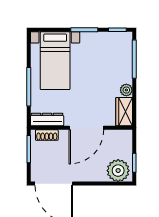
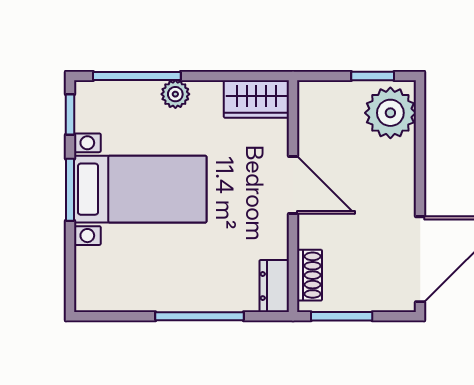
bed with nightstands: (55, 61) -> (140, 189), moved
plant: (126, 90) -> (175, 94), moved
dresser: (47, 120) -> (274, 286), width x0.70
door: (86, 128) -> (293, 185), width x0.73

